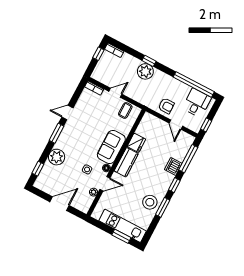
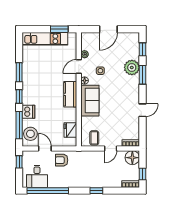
plant: (145, 71) -> (95, 180), removed
floor lamp: (100, 74) -> (132, 158), added
window: (57, 133) -> (143, 75), moved
fridge: (136, 143) -> (70, 130), moved
stool: (150, 202) -> (30, 134), moved
window: (121, 236) -> (59, 29), moved

